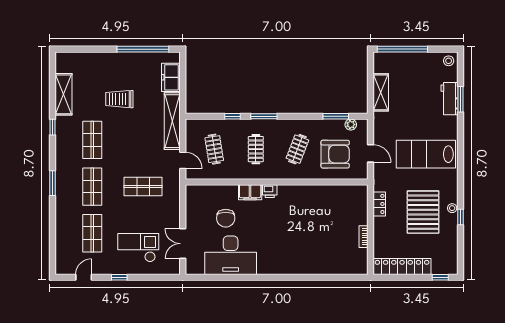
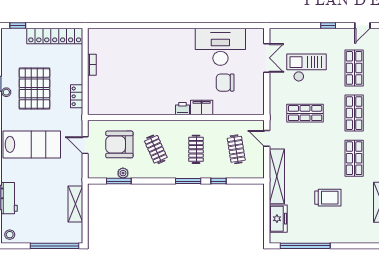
plant: (351, 125) -> (123, 173), moved
clothes rail: (297, 149) -> (156, 149), turned -45
chair: (226, 218) -> (225, 83), turned -90
checkout: (138, 248) -> (307, 68), moved, turned 180

